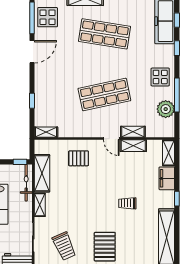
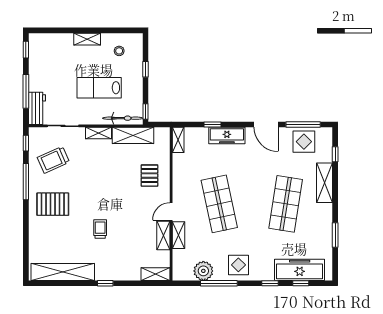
freezer: (42, 88) -> (227, 136), added
filing cabinet: (167, 178) -> (127, 272), removed

